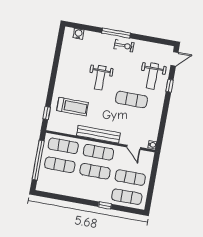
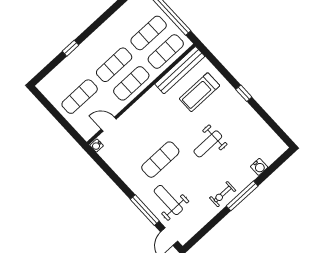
water cooler: (78, 34) -> (259, 167), moved
weight bench: (100, 78) -> (208, 144), turned -90
window: (170, 86) -> (145, 210), width x2.17
window: (47, 113) -> (244, 93), moved
bench: (98, 134) -> (180, 70), moved
exercise mat: (127, 197) -> (62, 78), removed

